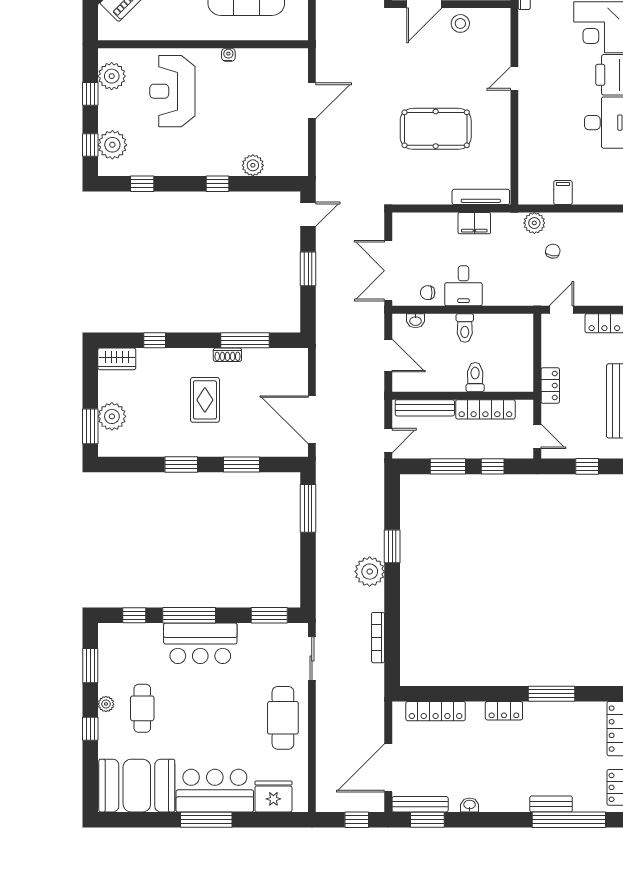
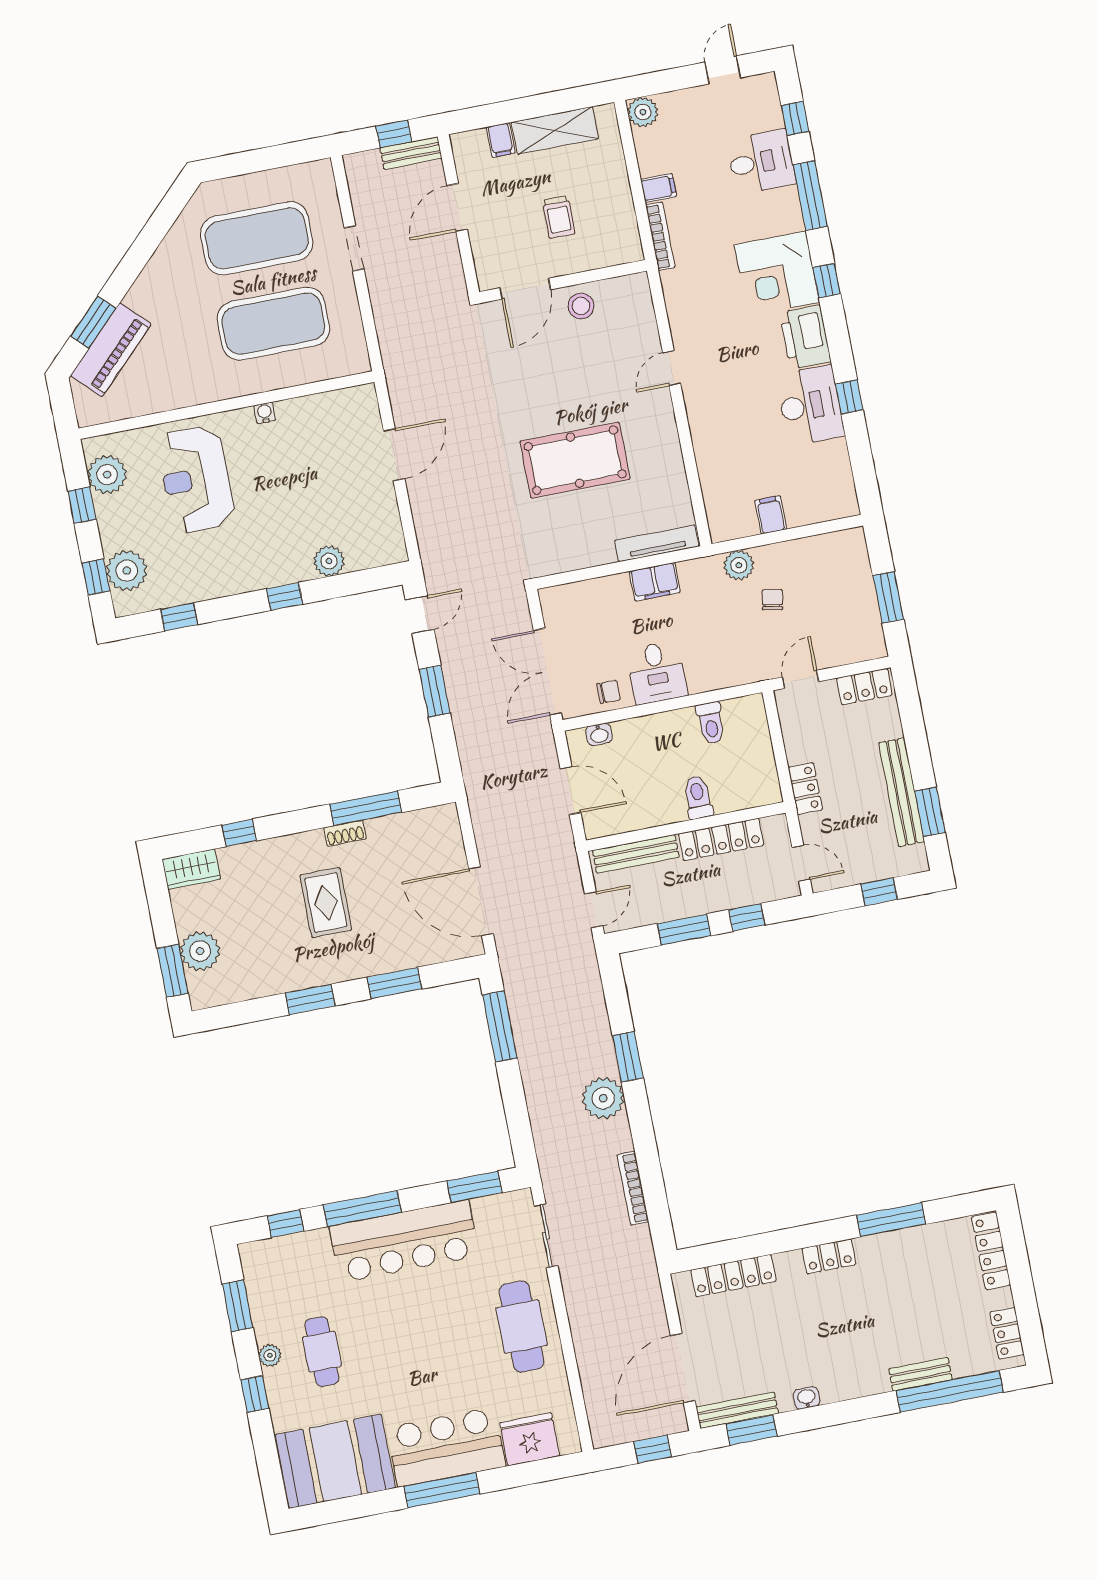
chair: (428, 293) -> (608, 692), turned 180
toilet: (465, 328) -> (711, 723), moved
bar counter: (200, 643) -> (404, 1241), width x1.36

